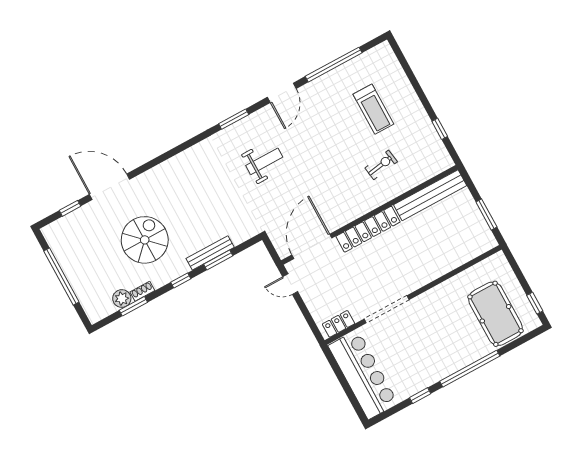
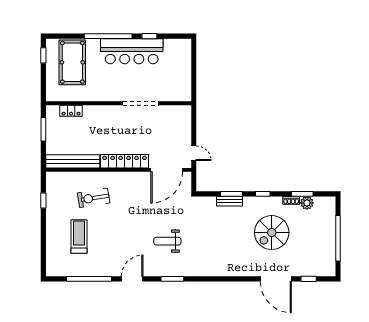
exercise bike: (381, 165) -> (94, 198), width x1.38, depth x1.39
bench: (210, 253) -> (230, 201), width x0.73
locker: (338, 324) -> (71, 111), moved
bar counter: (363, 375) -> (132, 51), moved, turned -90

